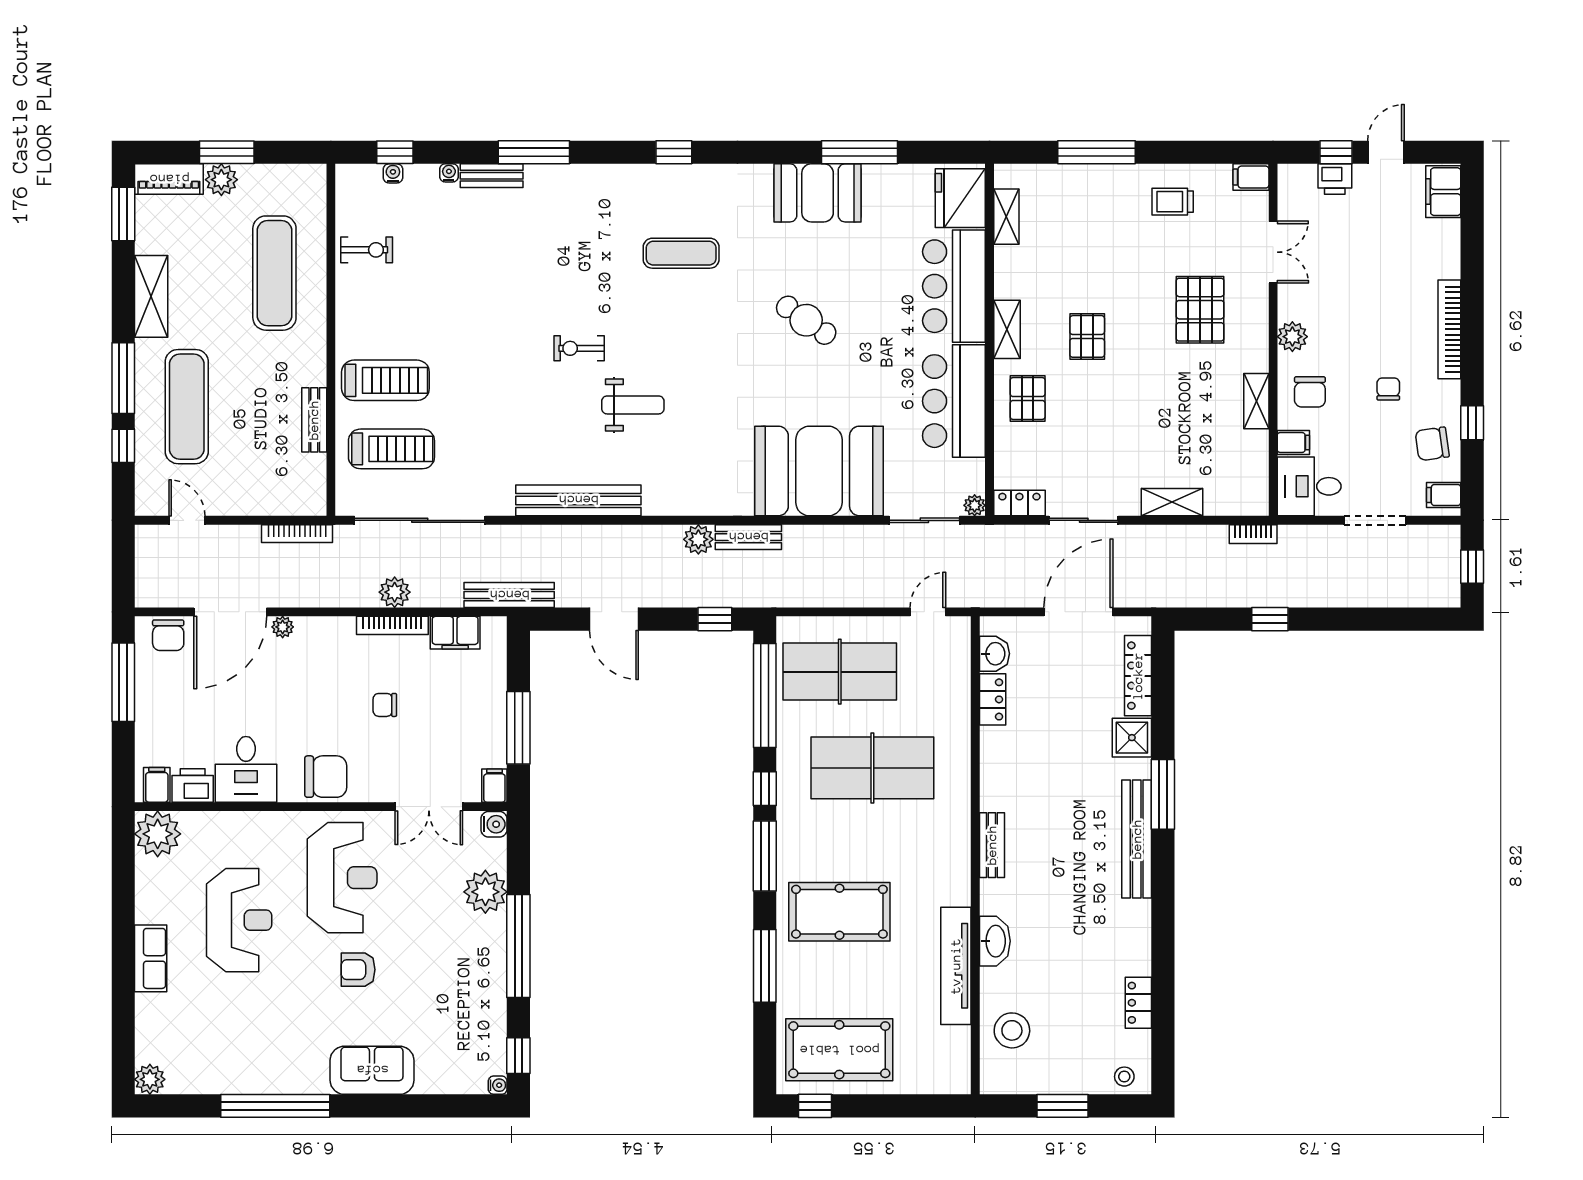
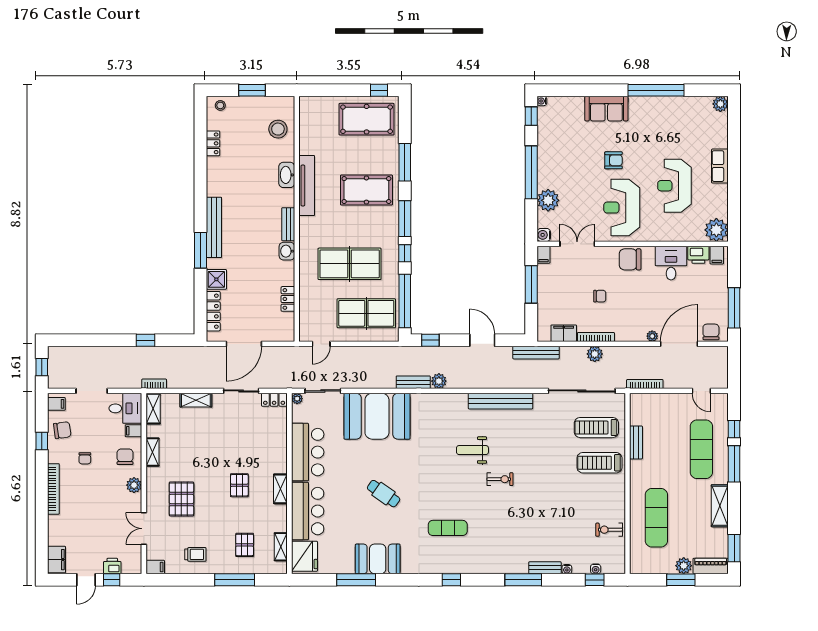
pallet: (1028, 398) -> (245, 545), moved
shelving: (1255, 486) -> (153, 409), added
washbasin: (994, 654) -> (287, 251), moved
tv unit: (956, 966) -> (307, 186), moved

